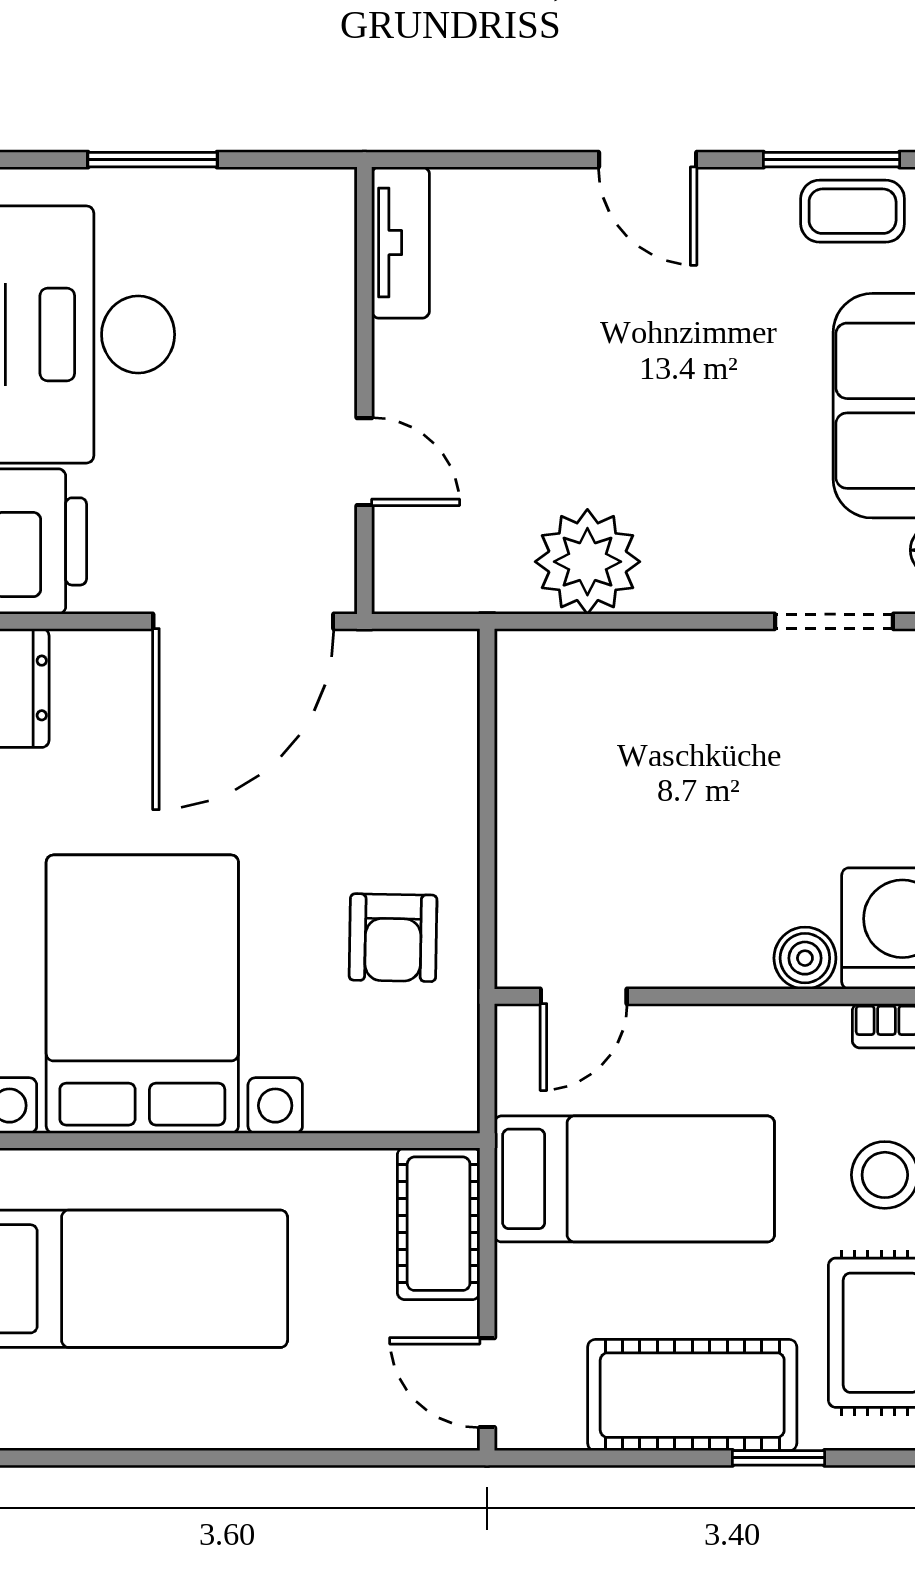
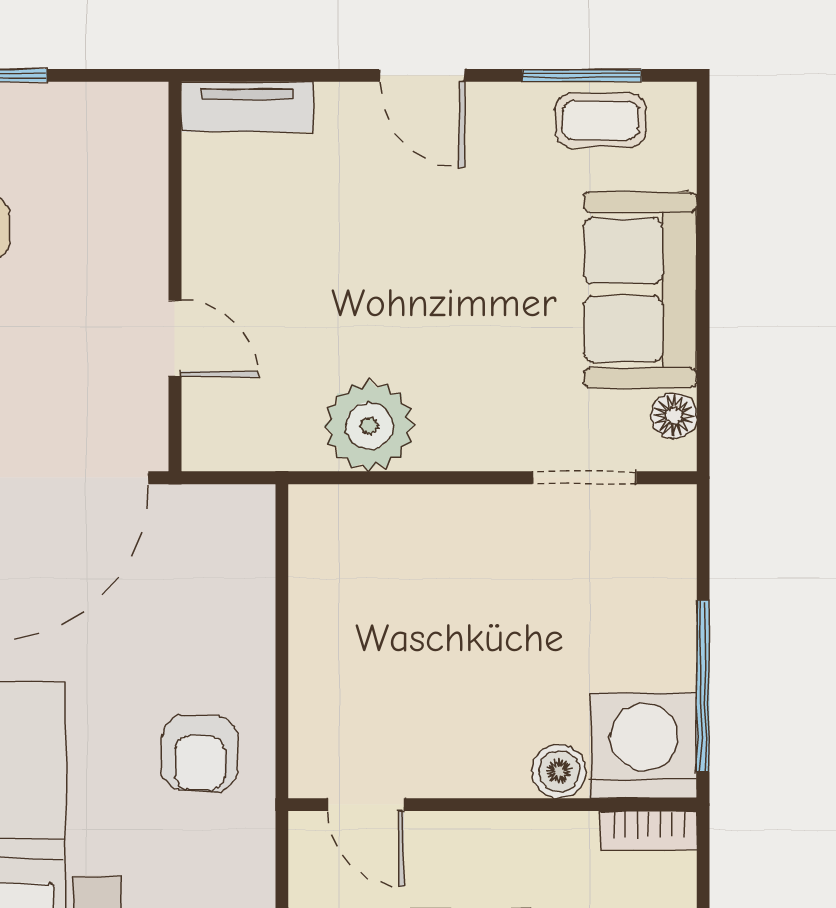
tv unit: (401, 243) -> (247, 107), moved, turned 90
door: (584, 996) -> (366, 805), hinge flipped

